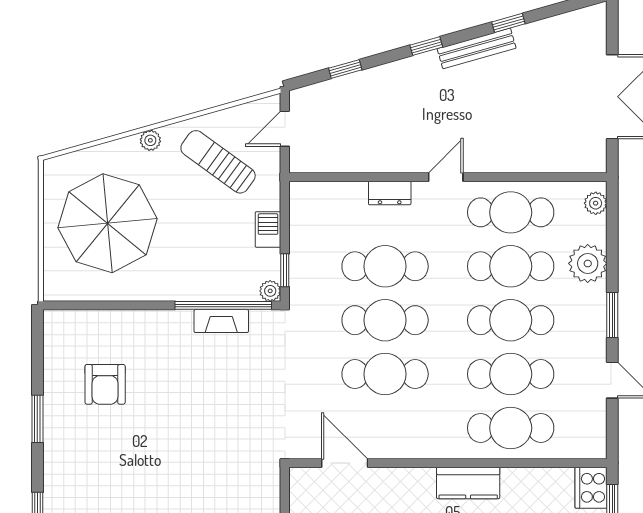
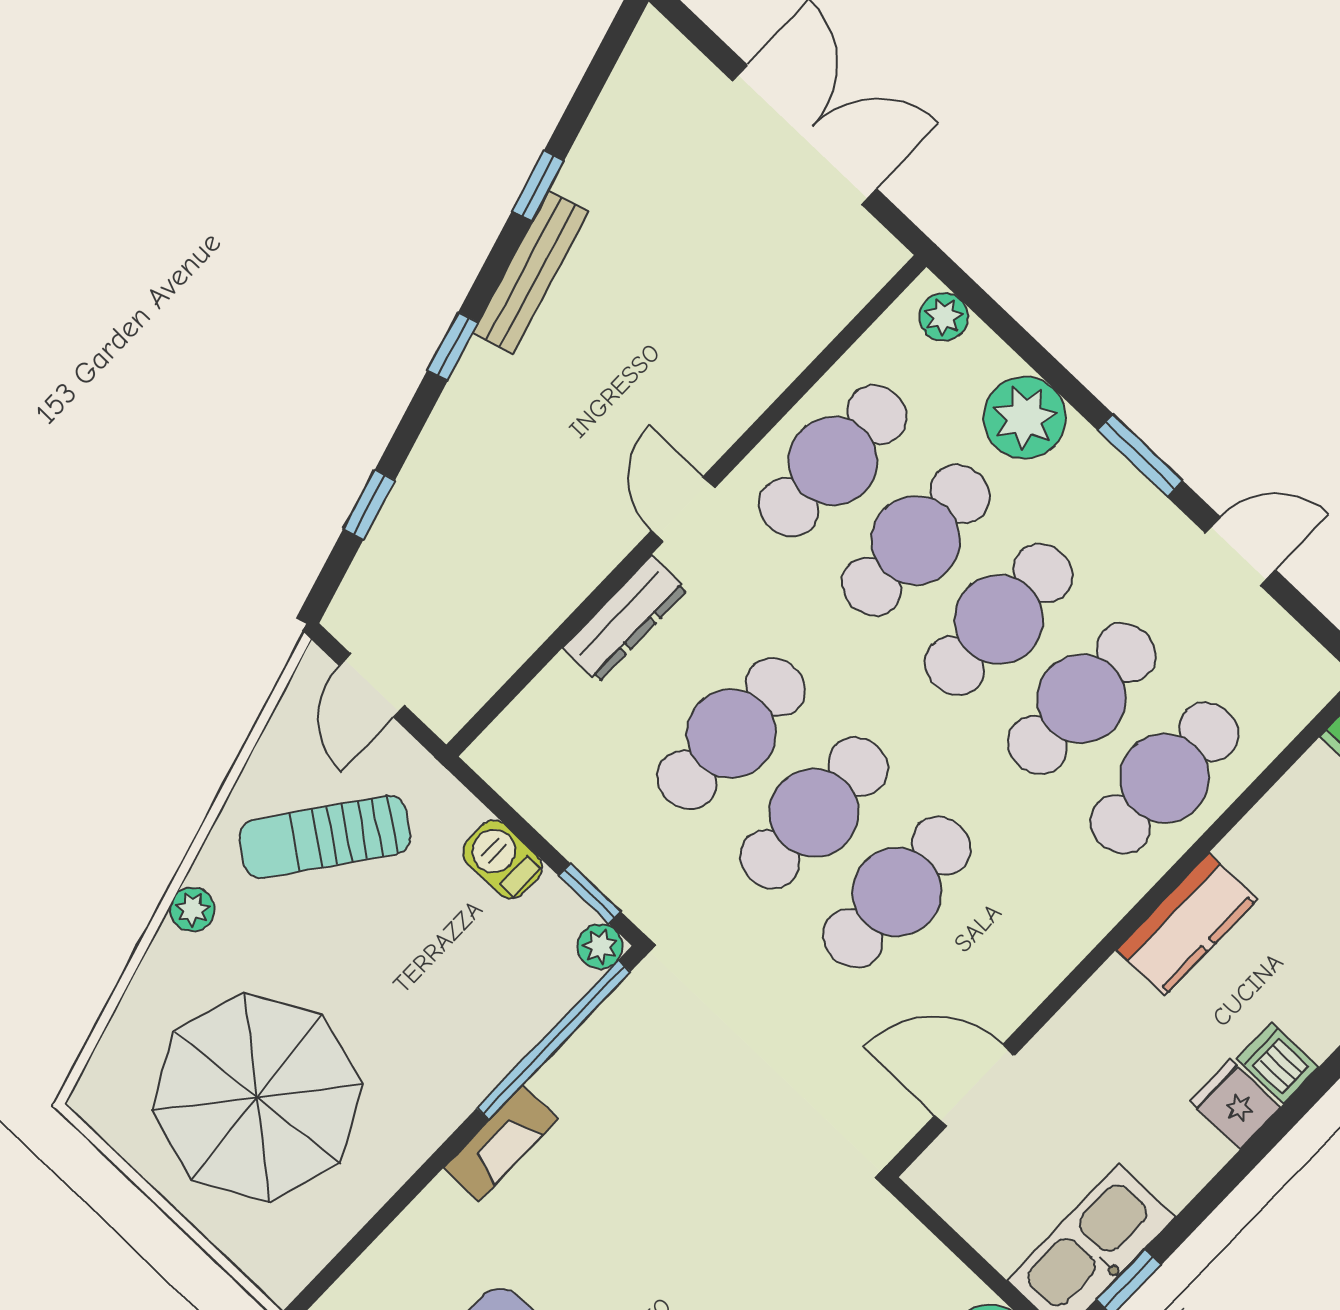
dresser: (390, 193) -> (625, 619), width x1.44
fireplace: (221, 321) -> (501, 1143), moved

